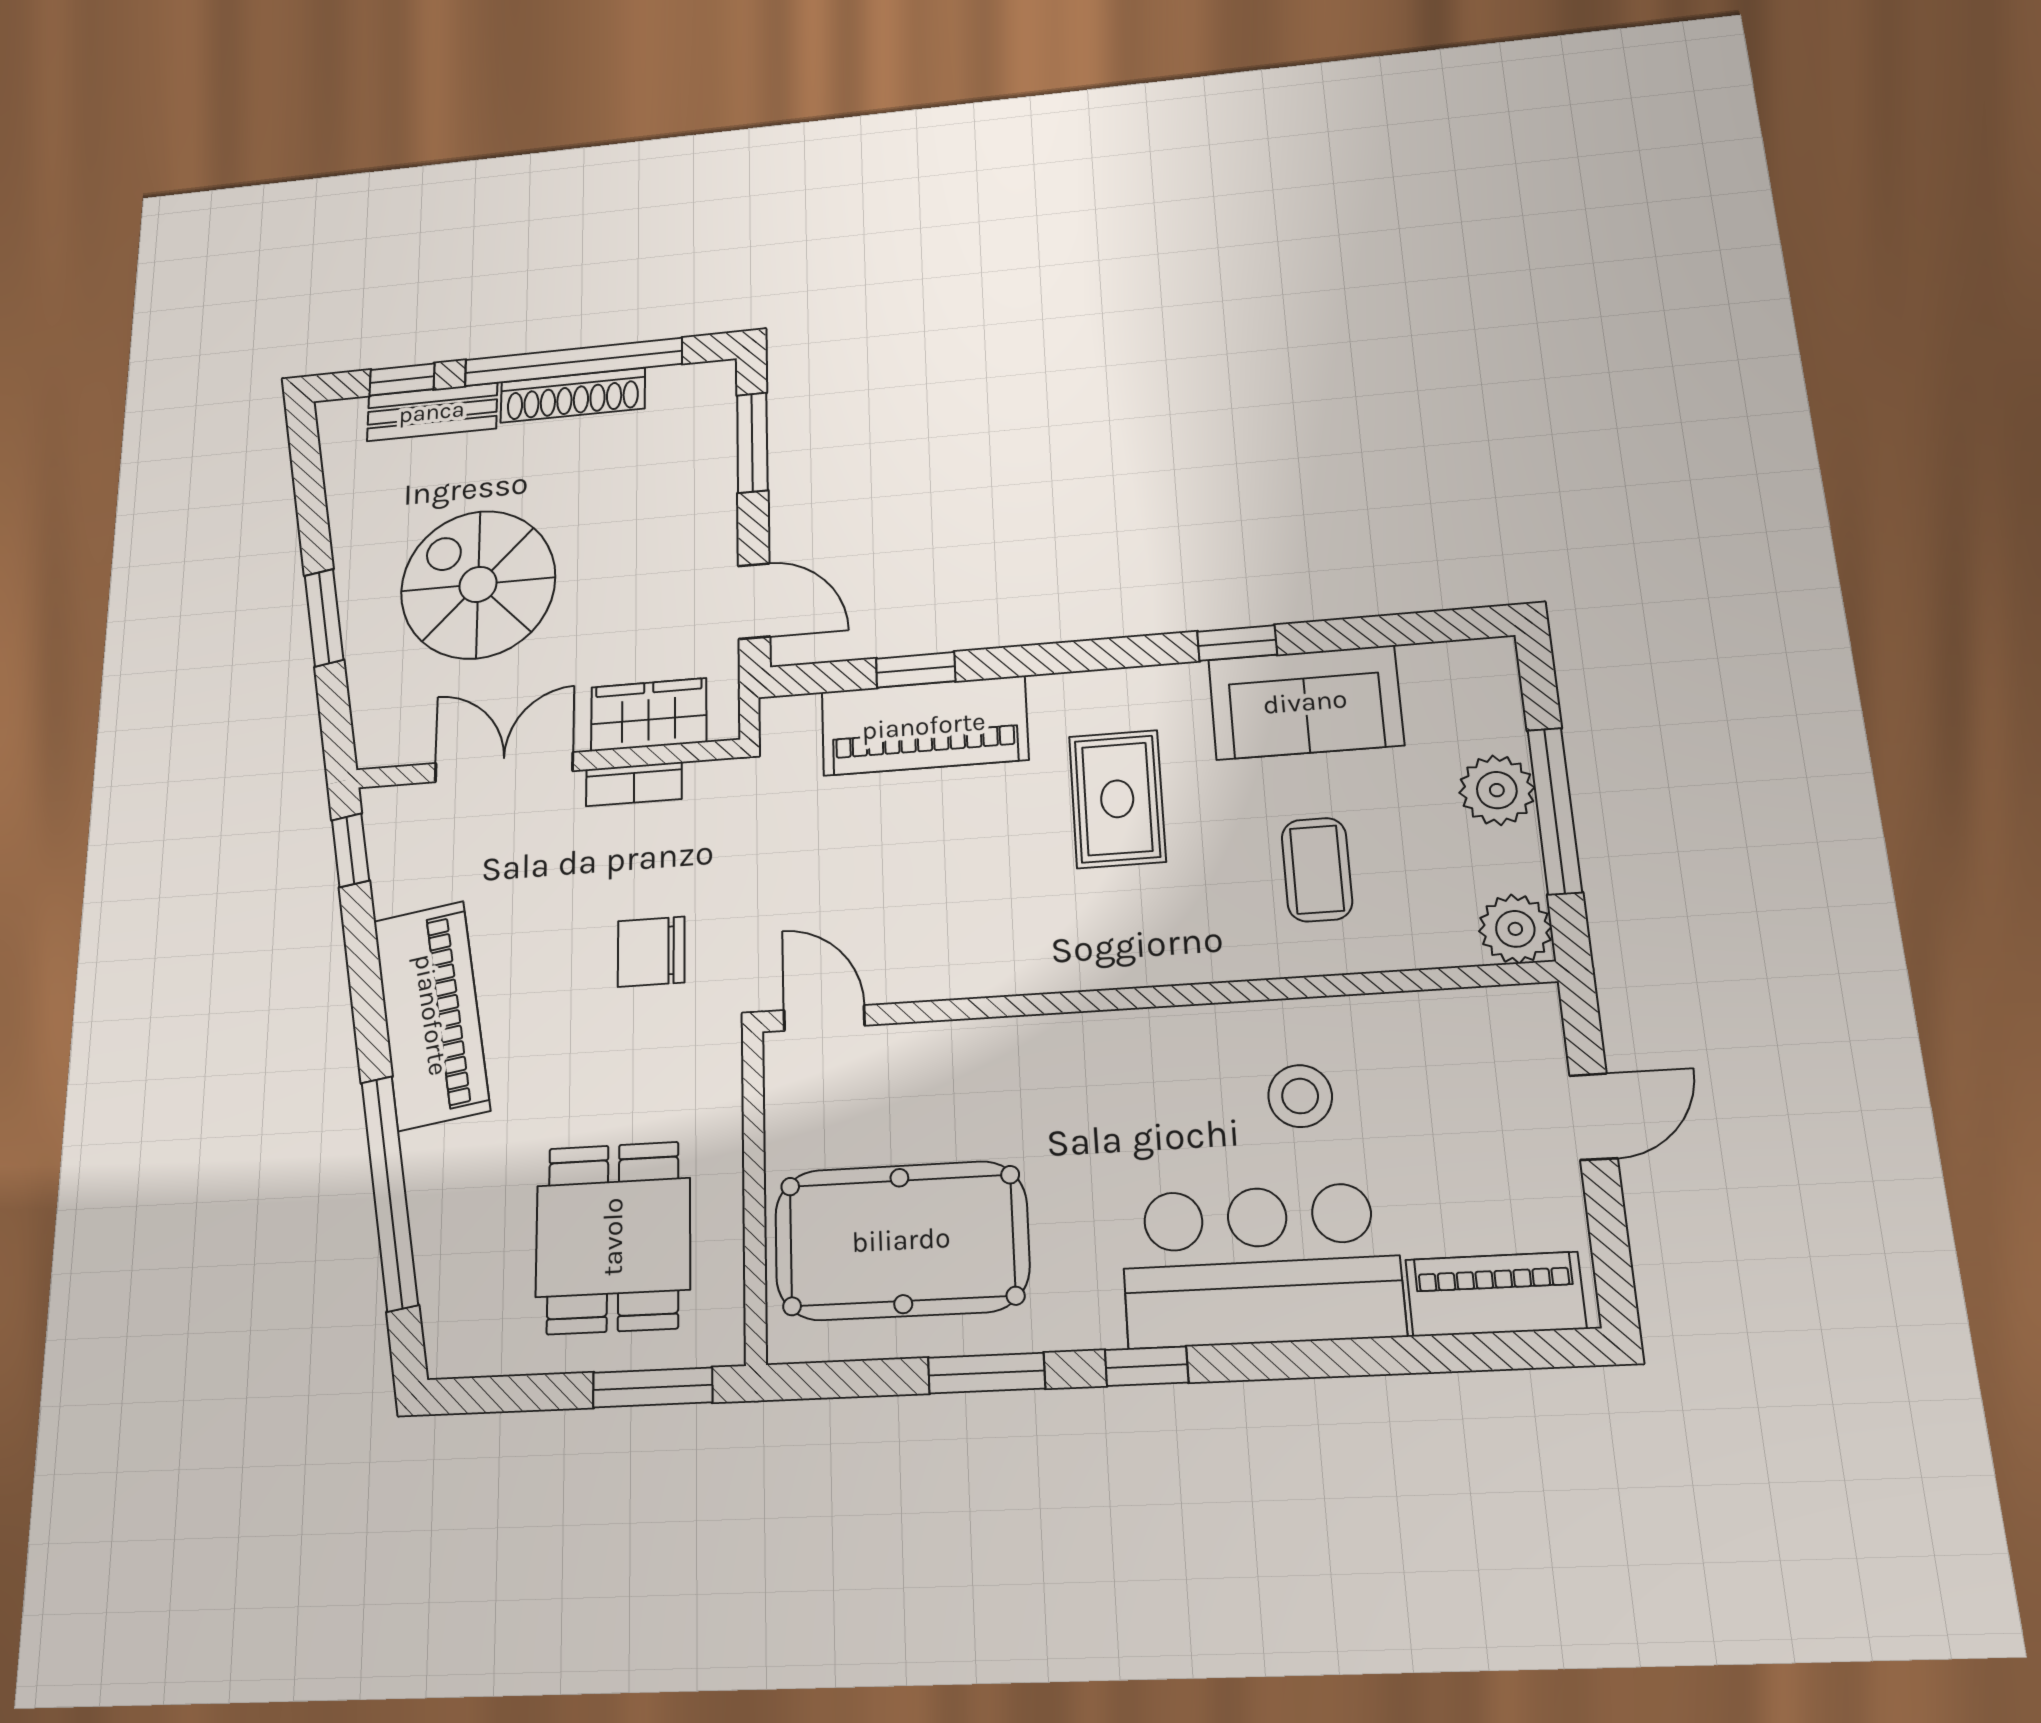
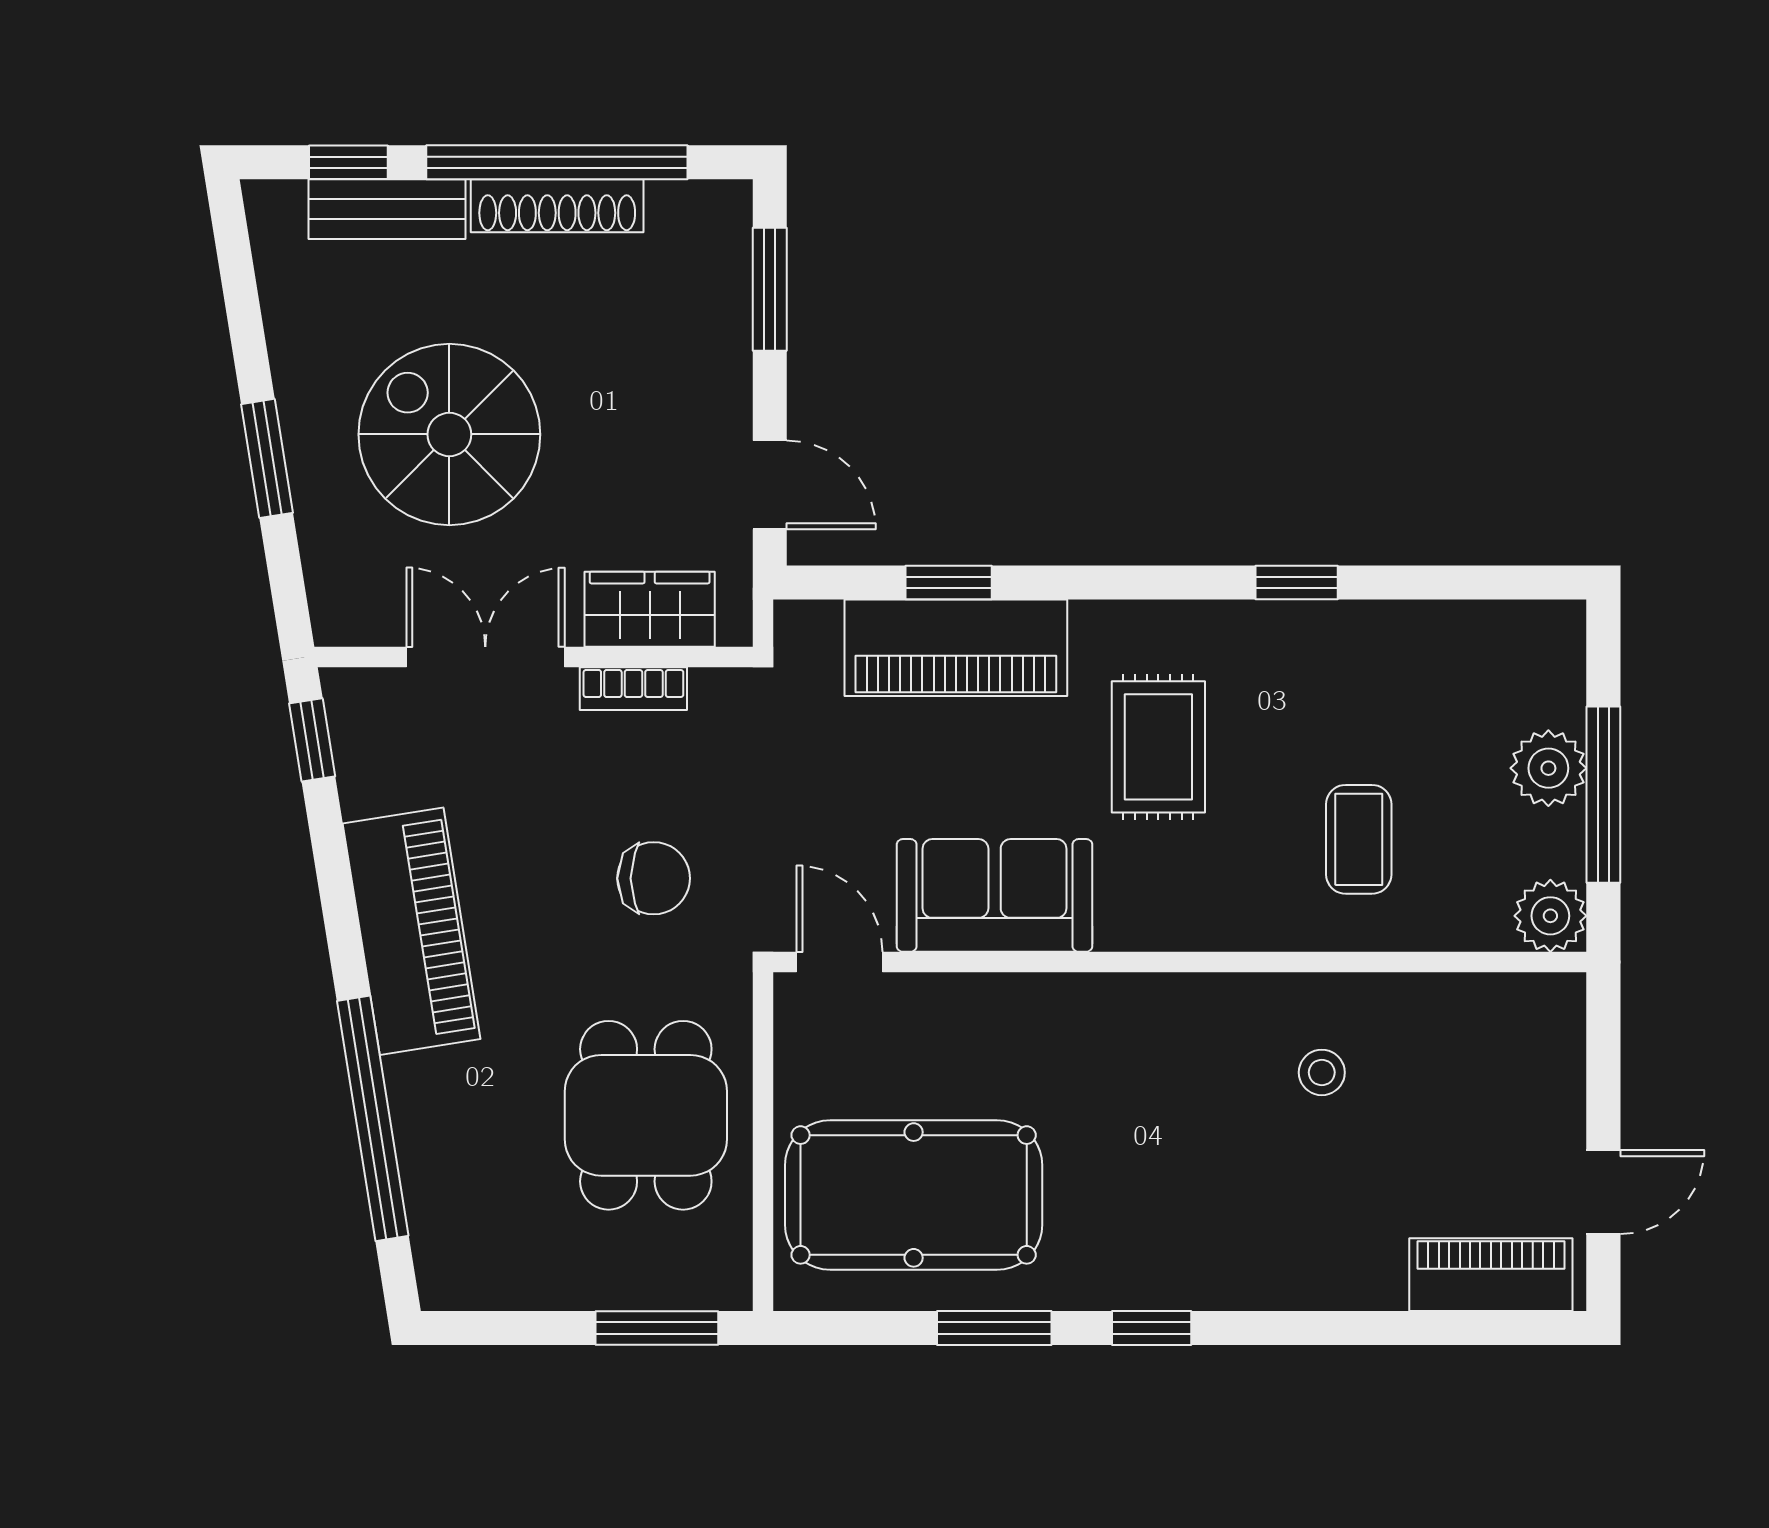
sofa: (1305, 702) -> (995, 895), moved, turned 180
chair: (651, 952) -> (654, 878), turned 180
stool: (1300, 1096) -> (1322, 1072), width x0.73, depth x0.73
door: (1593, 1117) -> (1603, 1192), moved
dining table: (613, 1237) -> (646, 1115), moved
bar counter: (1261, 1265) -> (1270, 1236), removed

